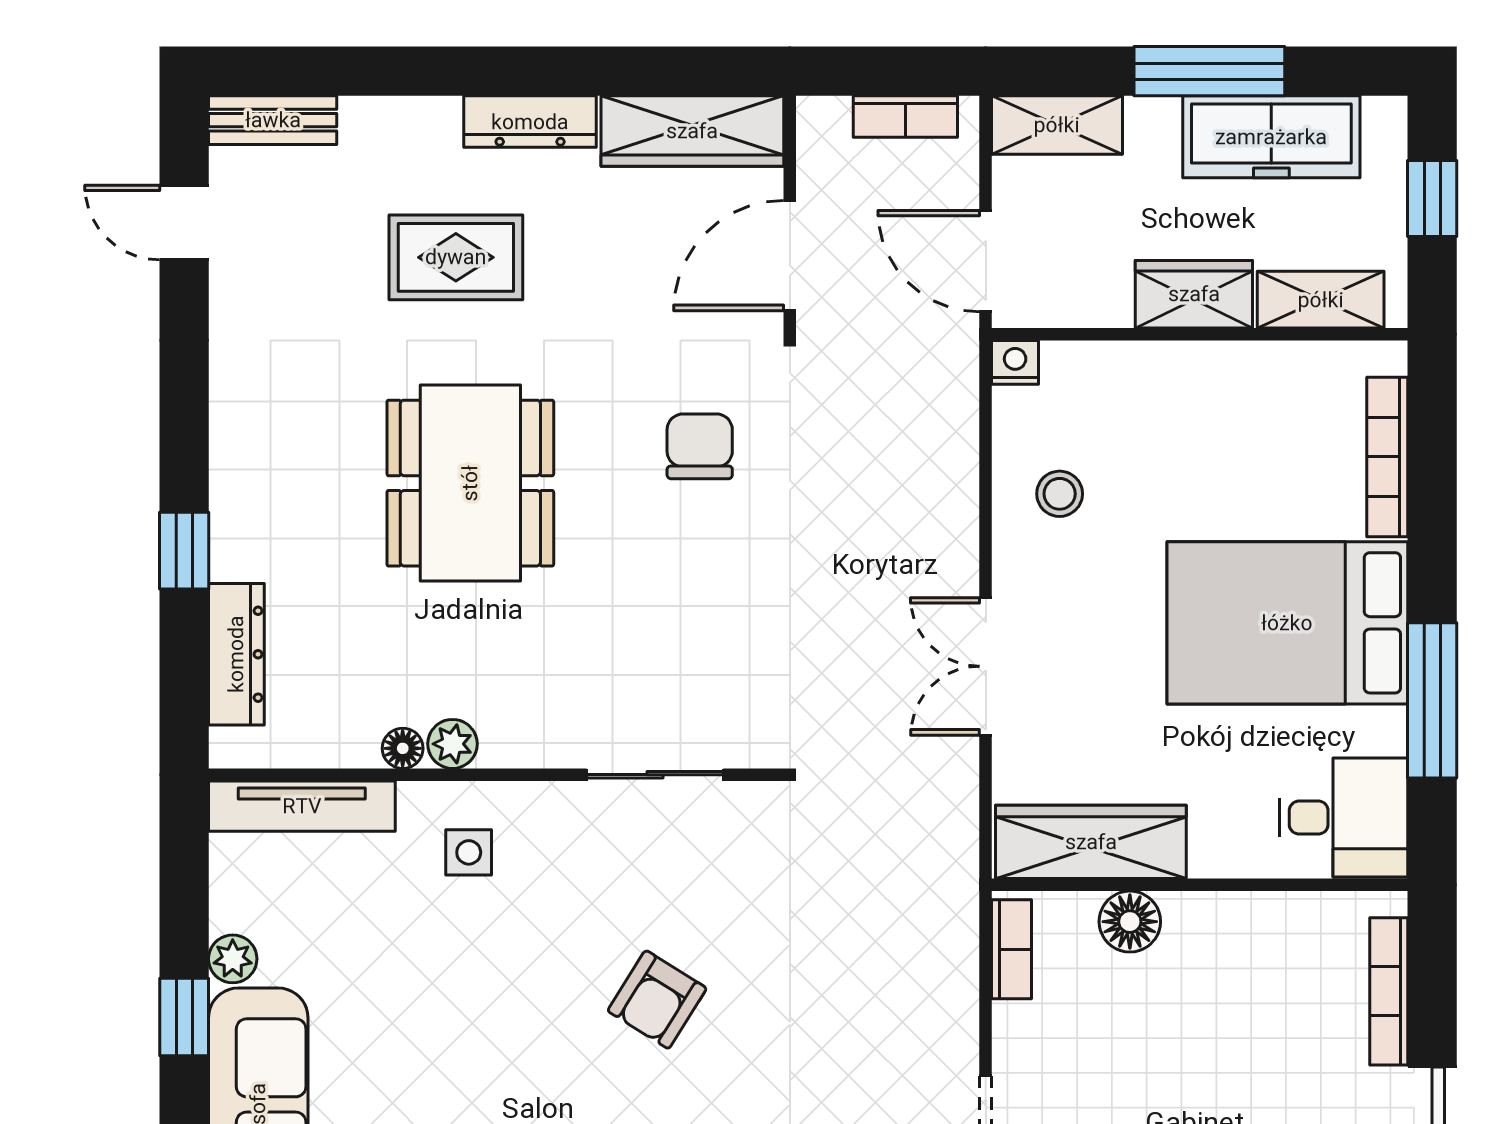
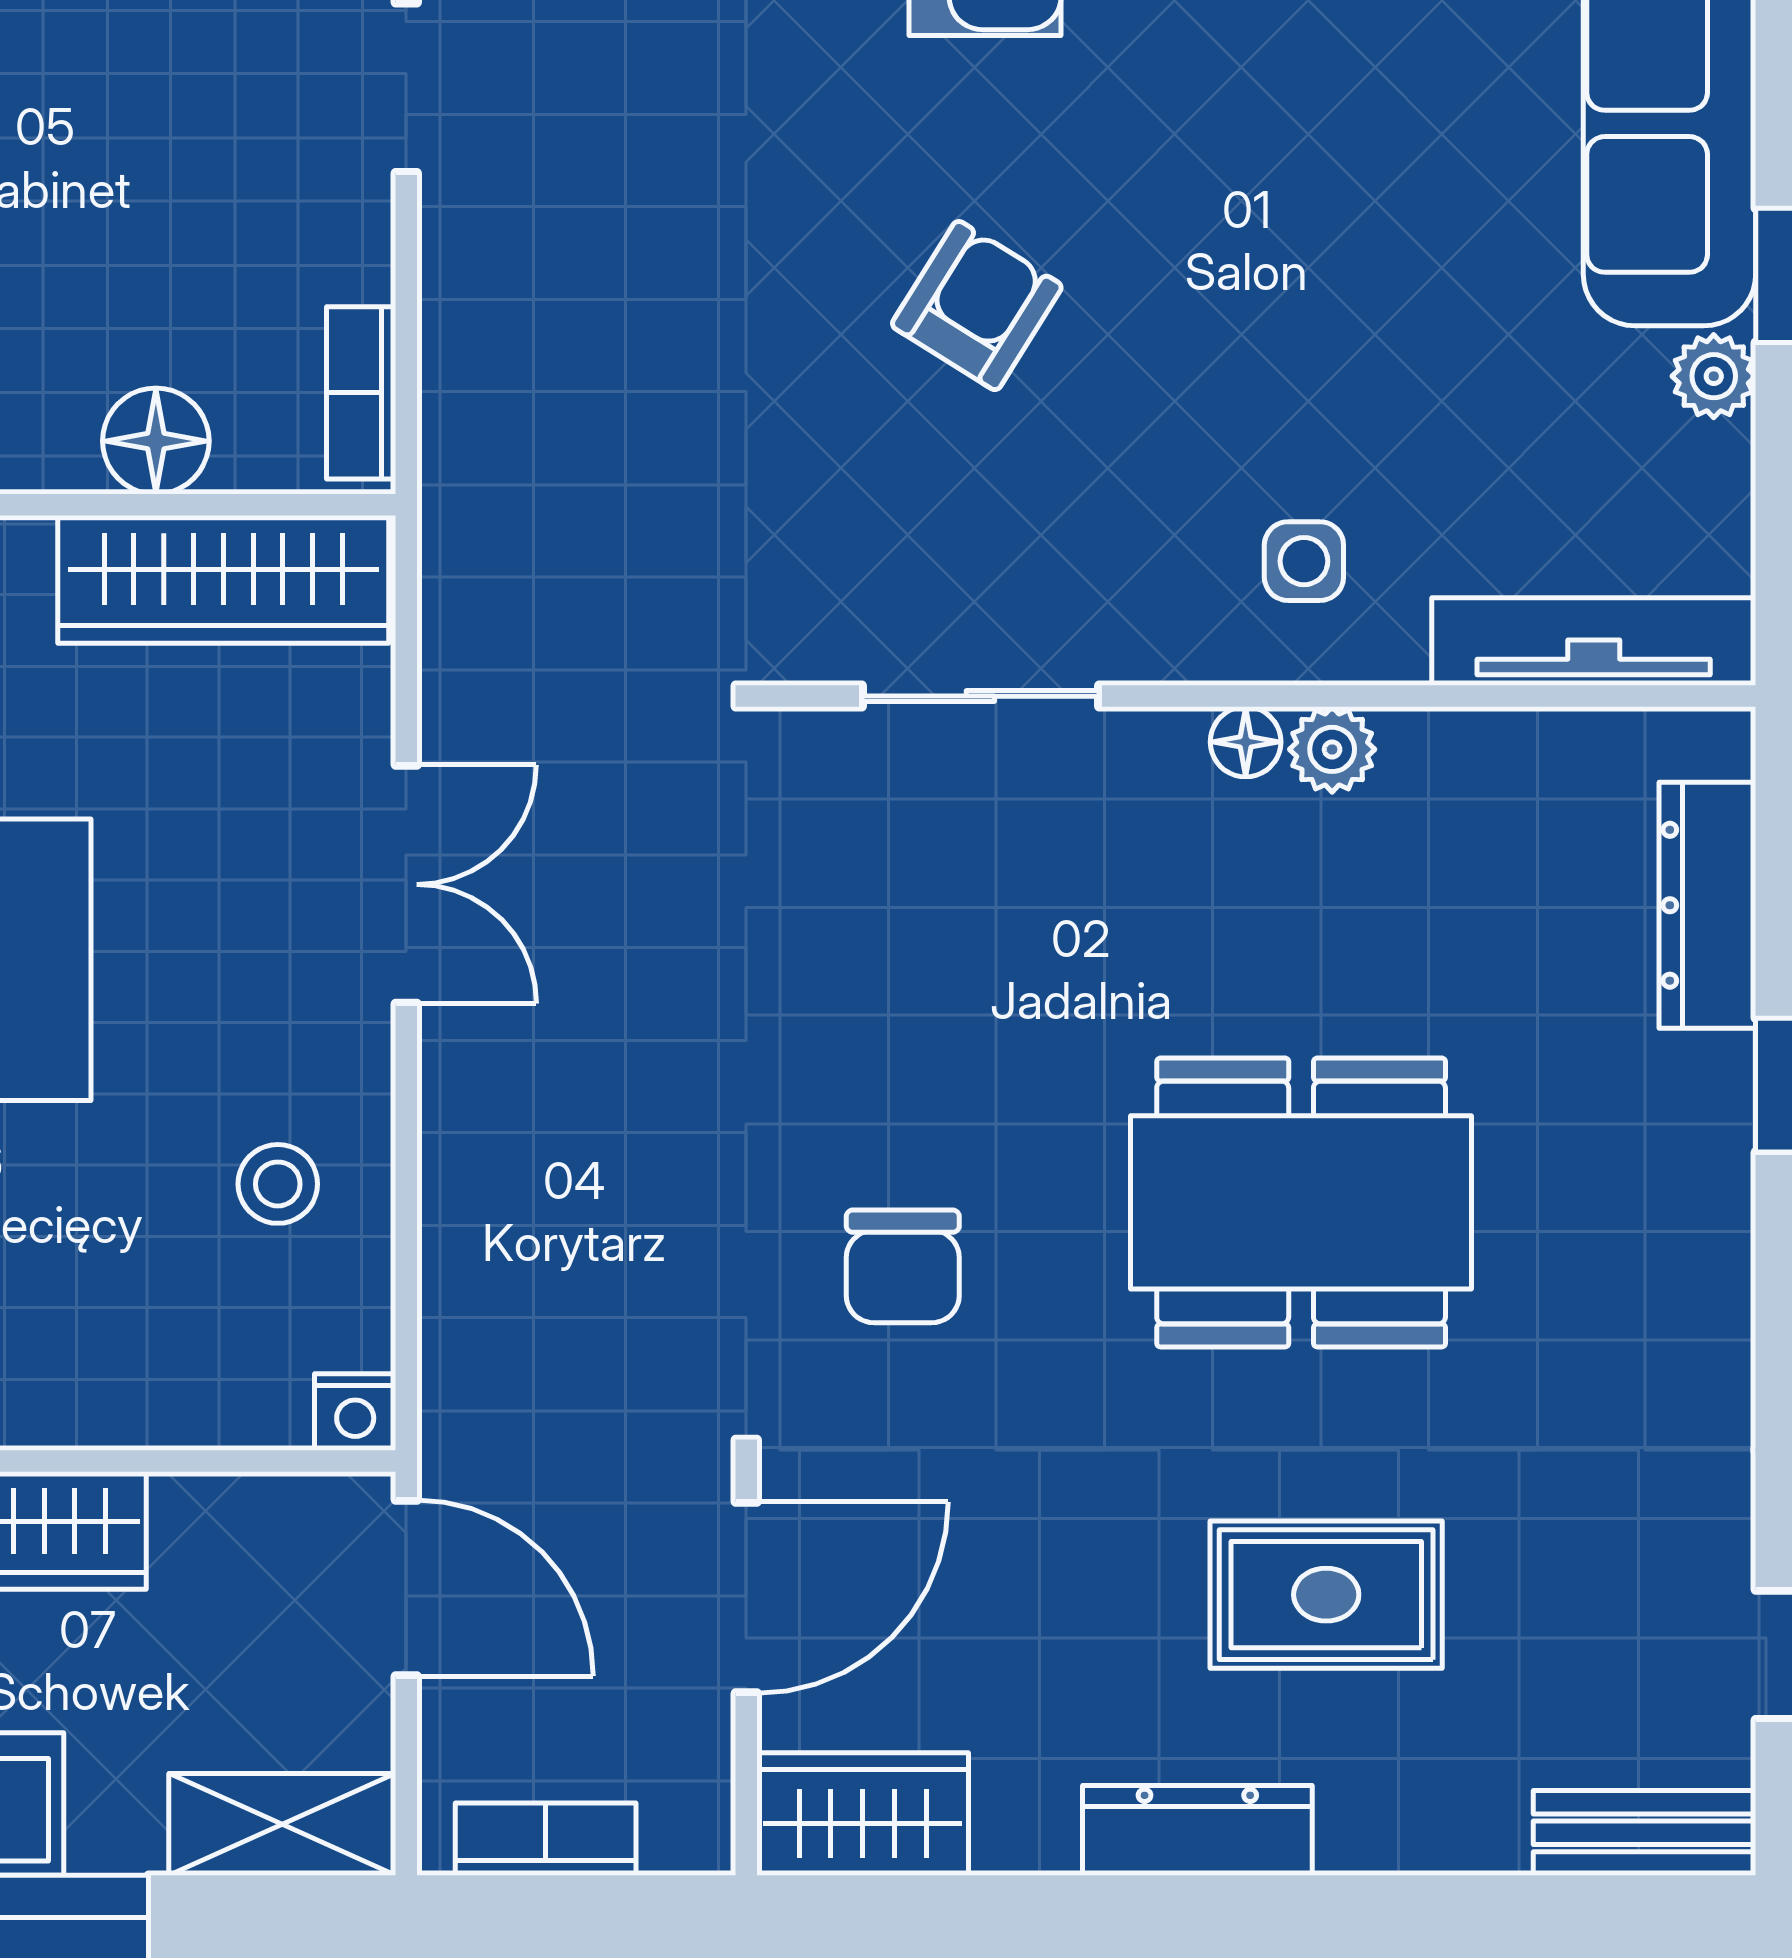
wardrobe: (692, 131) -> (863, 1814), width x0.67
dining table: (470, 483) -> (1301, 1202), turned 90
floor lamp: (403, 748) -> (1246, 742), moved

